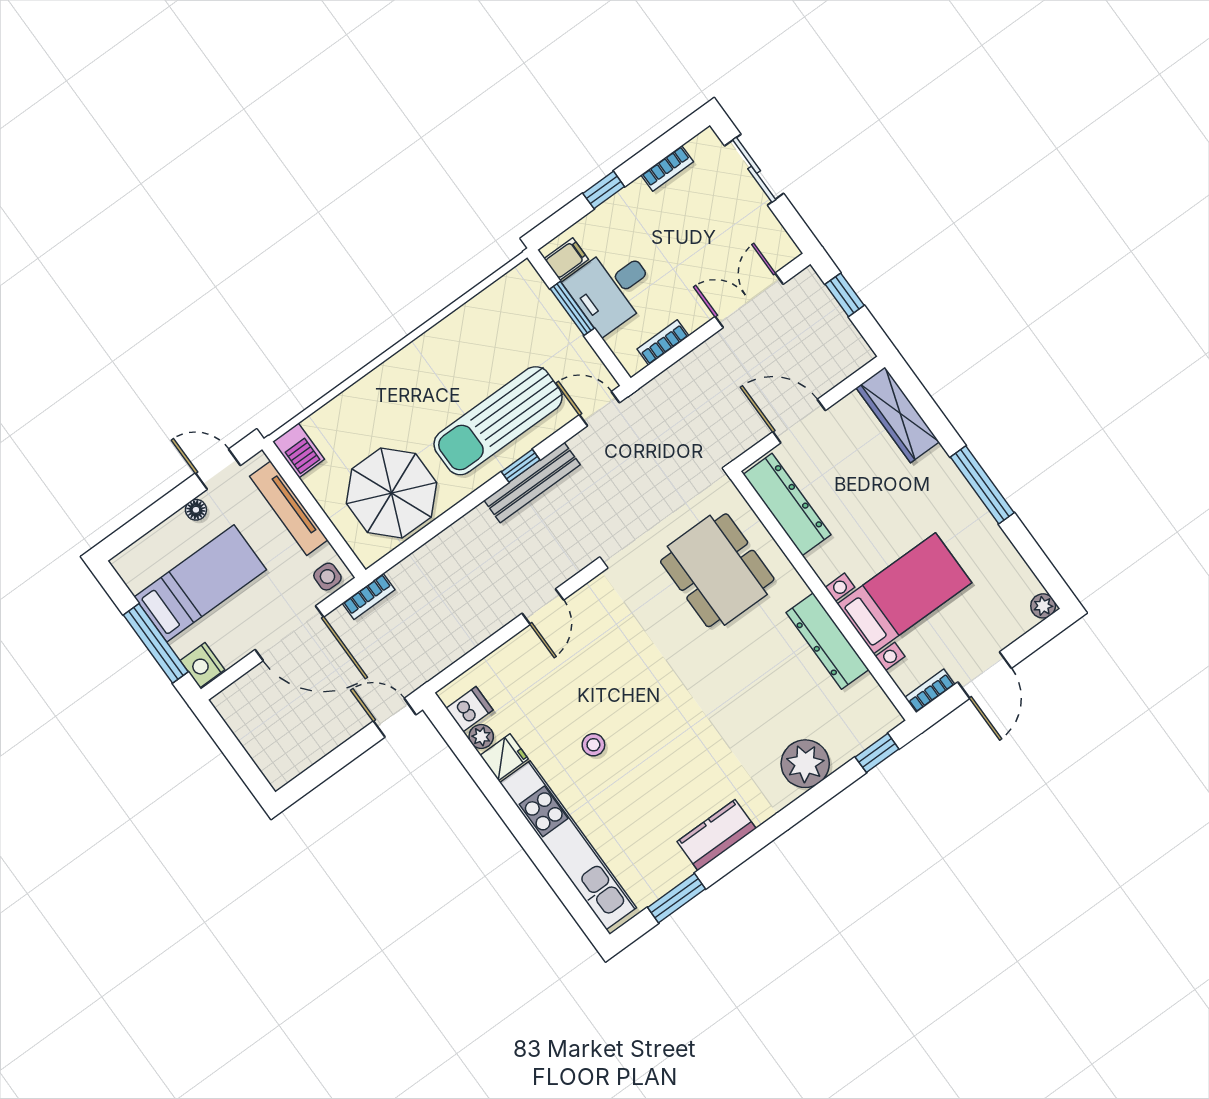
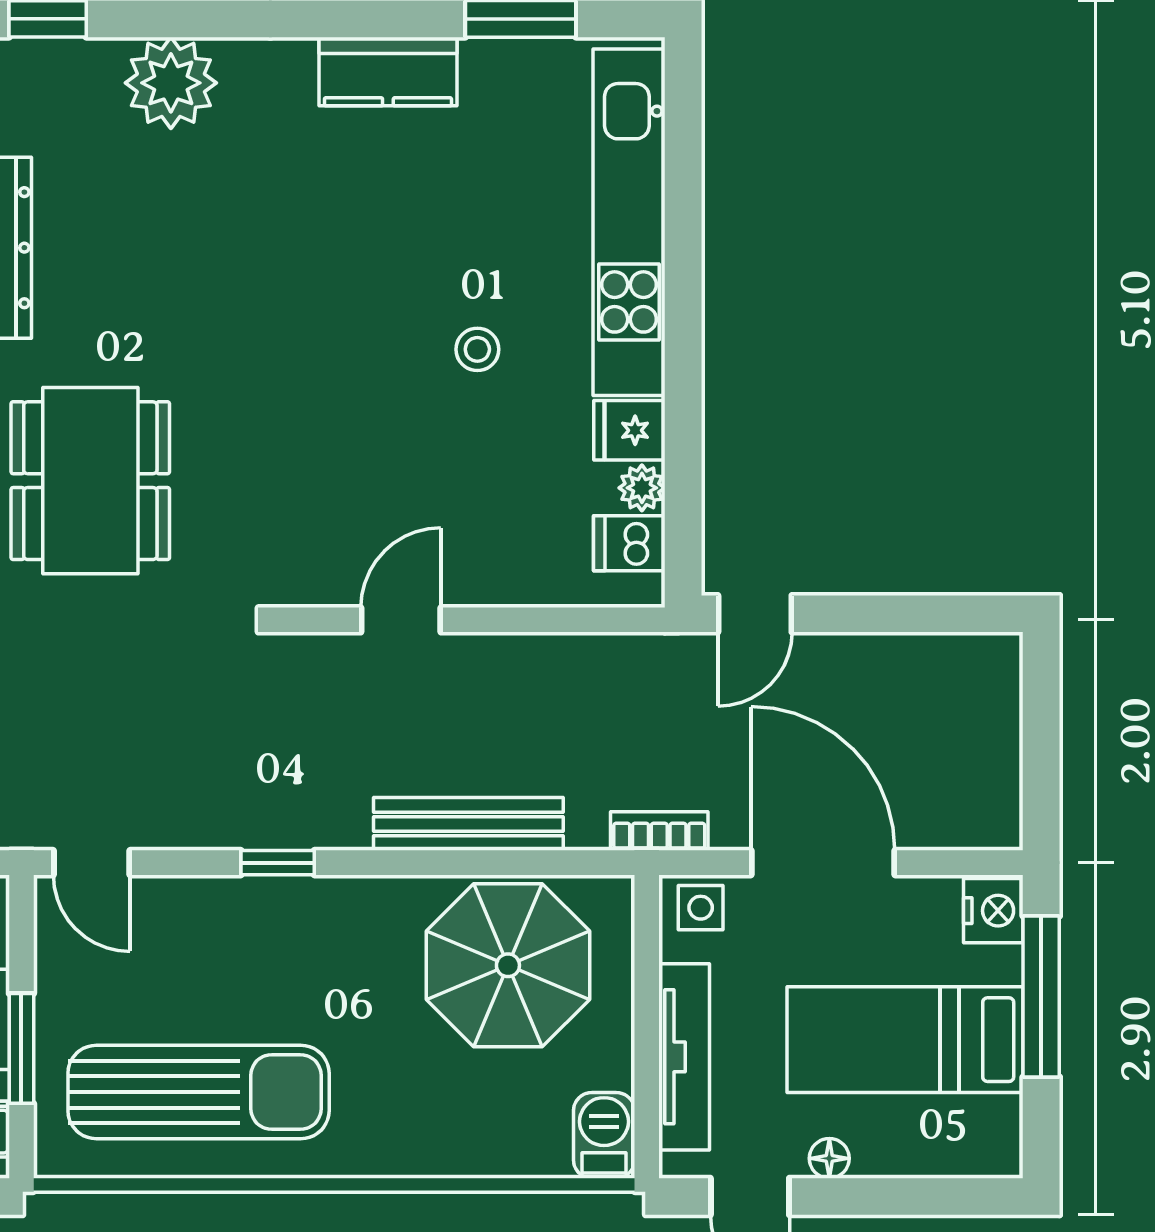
sun lounger: (498, 421) -> (199, 1092), moved
bench: (532, 483) -> (468, 824), moved
door: (395, 718) -> (755, 614), hinge flipped

